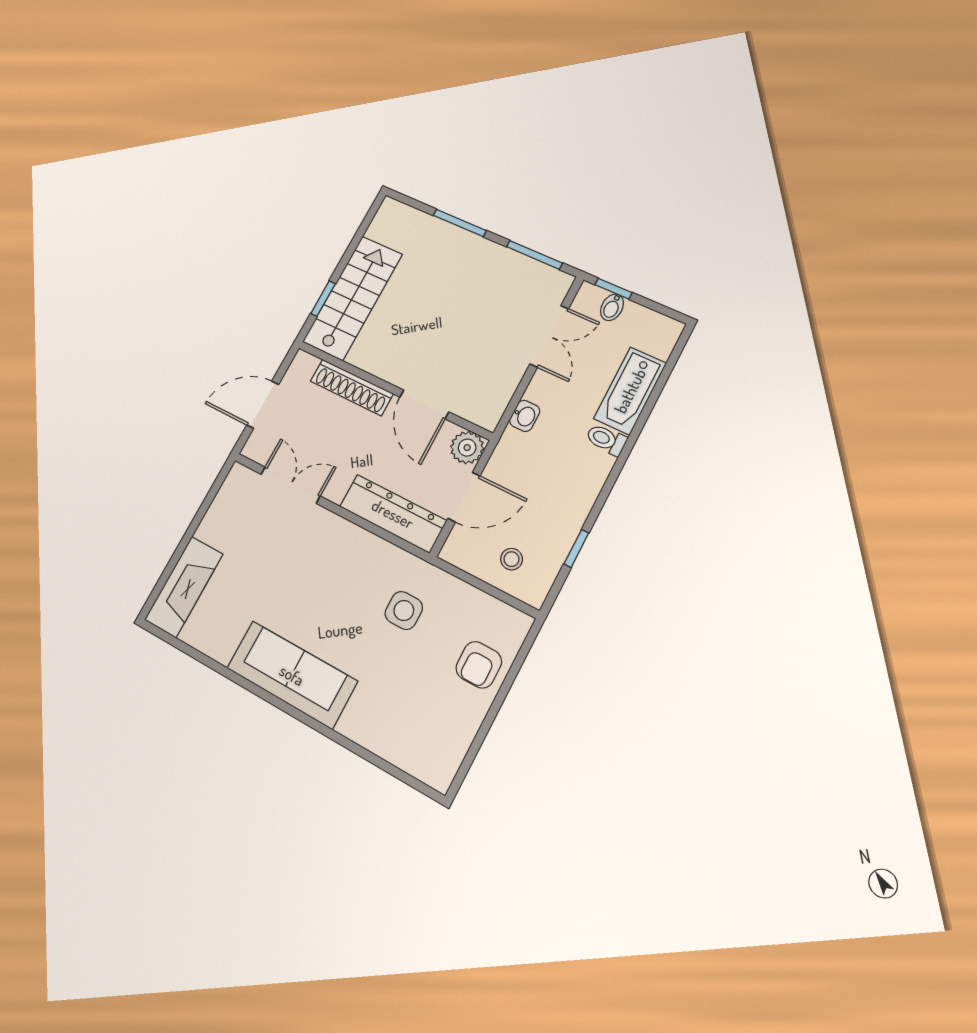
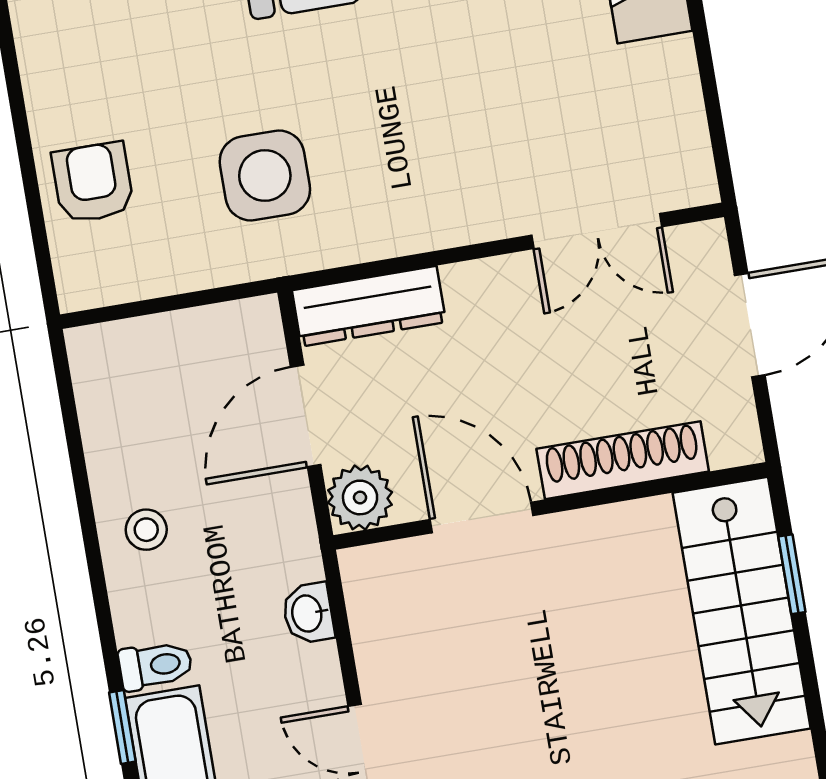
dresser: (393, 514) -> (369, 306), width x0.73, depth x0.80
window: (576, 548) -> (122, 727), moved
stool: (512, 559) -> (146, 530), moved
side table: (404, 610) -> (265, 176), width x1.37, depth x1.37

